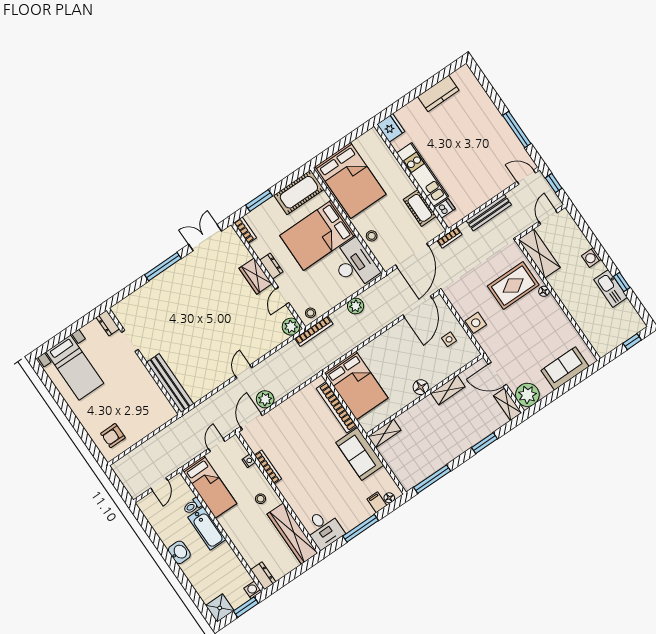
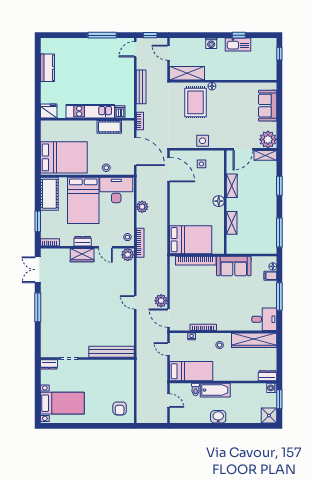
shelving: (384, 433) -> (232, 223), moved

